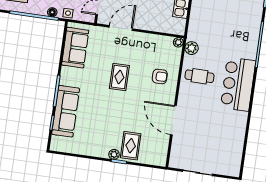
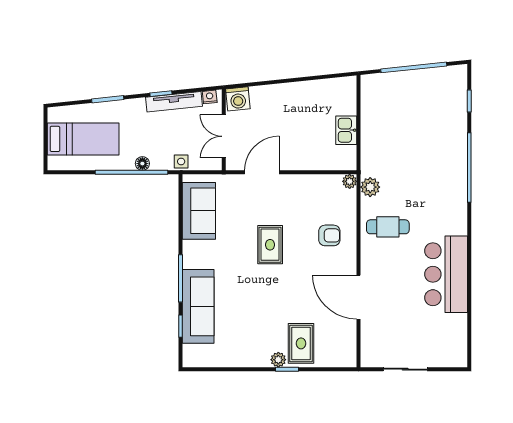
floor lamp: (52, 12) -> (142, 164), moved
bar counter: (238, 84) -> (446, 274), moved

